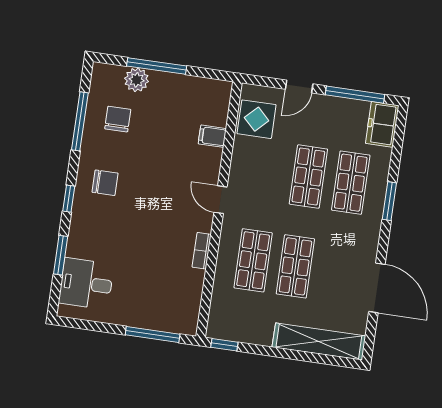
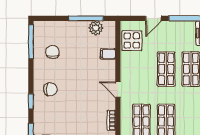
window: (157, 66) -> (86, 18), moved
plant: (137, 80) -> (96, 28), moved
window: (80, 121) -> (31, 42), moved

